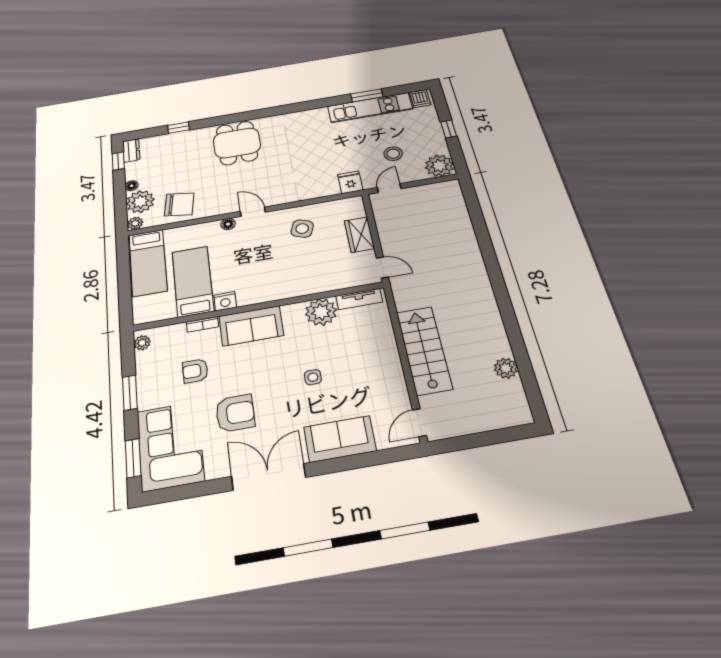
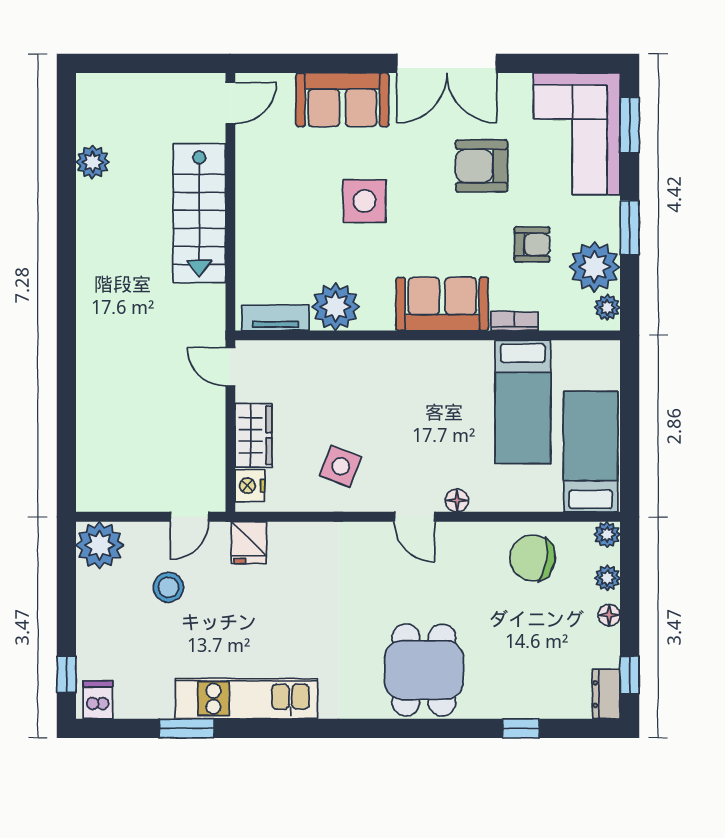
kitchen unit: (370, 108) -> (246, 699), moved
window: (449, 129) -> (66, 674), moved
plant: (140, 202) -> (607, 578), width x0.53, depth x0.53
nightstand: (225, 301) -> (250, 486), moved, turned -90
plant: (152, 365) -> (595, 267), added
side table: (313, 377) -> (364, 201), width x1.87, depth x1.87

